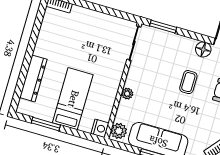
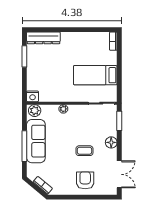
floor lamp: (203, 49) -> (111, 142), moved
dresser: (33, 78) -> (43, 38), moved
bed: (73, 99) -> (95, 75), moved, turned 180

